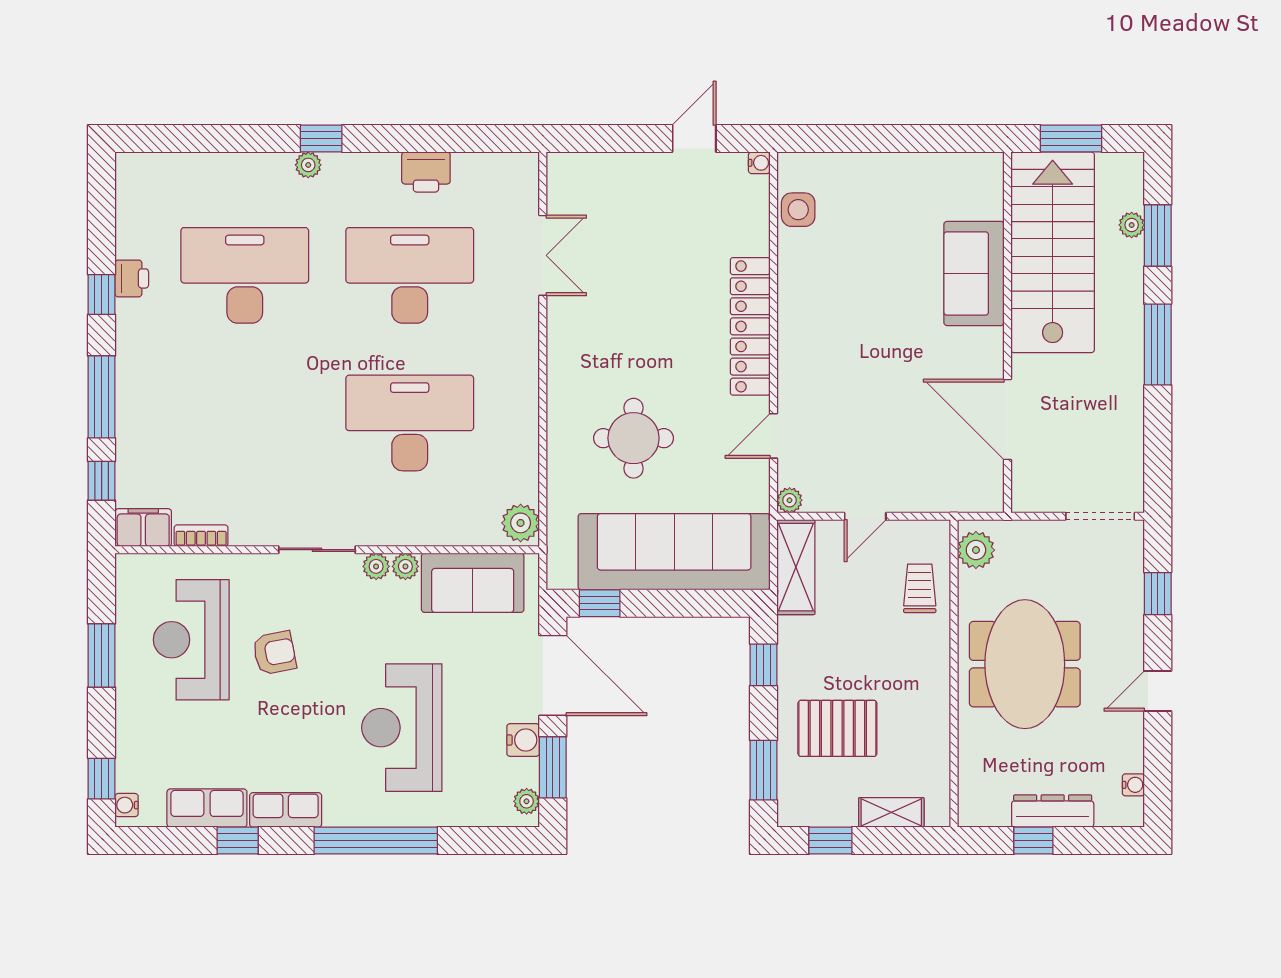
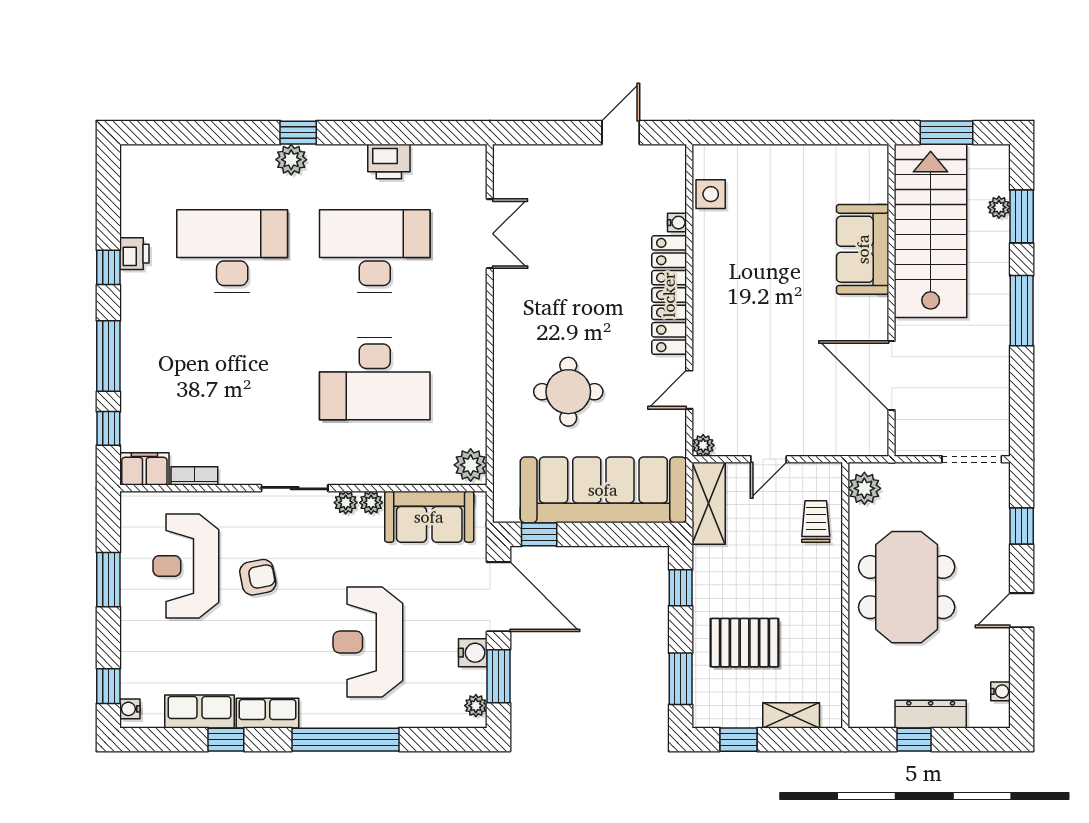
water cooler: (759, 163) -> (677, 223), moved
plant: (308, 165) -> (291, 160), width x1.38, depth x1.38
desk: (410, 423) -> (375, 379), turned 180

